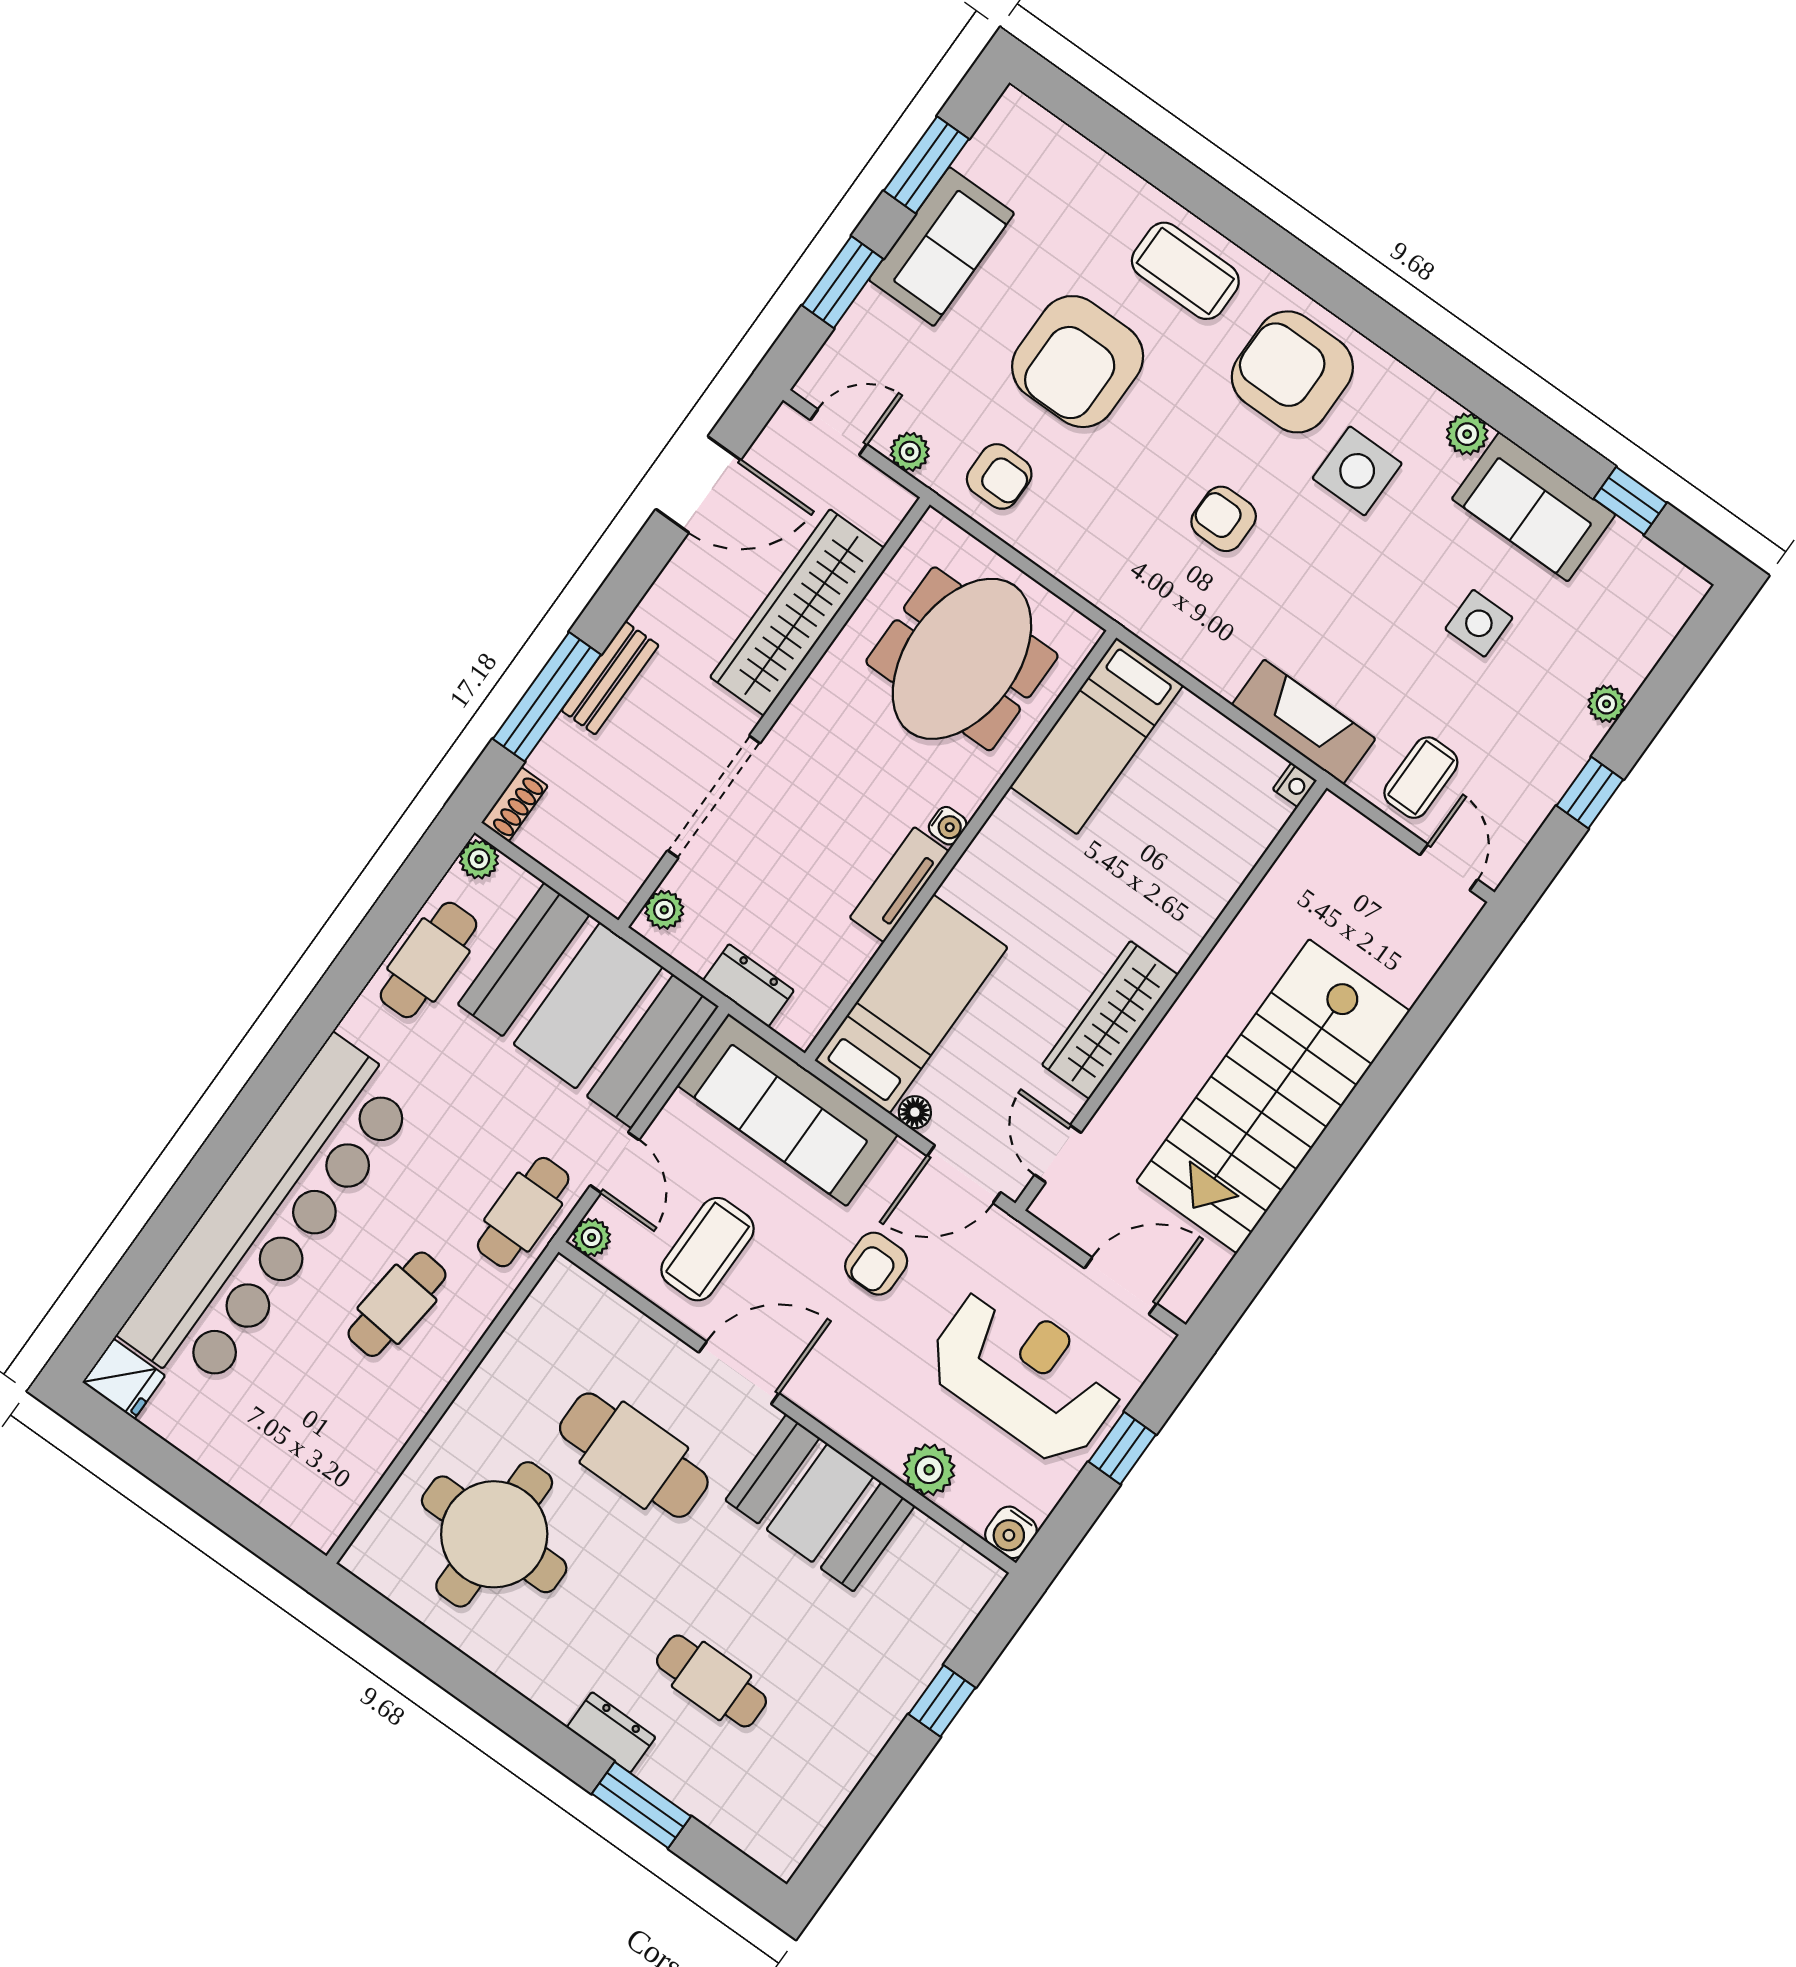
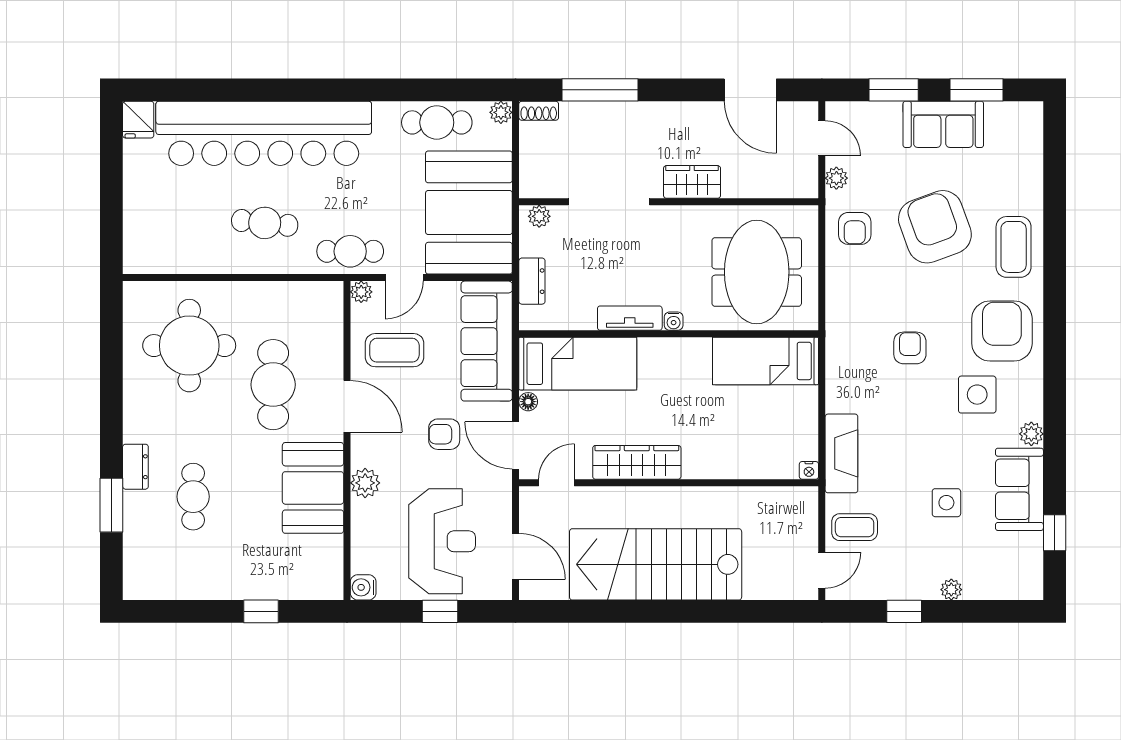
armchair: (1078, 362) -> (935, 227), turned 70
wardrobe: (797, 612) -> (692, 182), width x0.48, depth x0.85
meeting table: (962, 659) -> (757, 272), turned 90
bench: (610, 678) -> (630, 113), removed
plant: (929, 1470) -> (365, 483), moved

